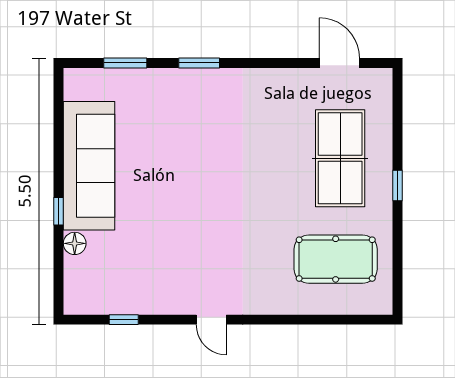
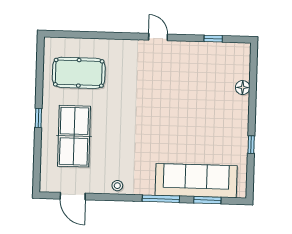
window: (199, 63) -> (161, 199), width x1.44
stool: (269, 82) -> (117, 186), added
sofa: (89, 166) -> (196, 181), moved, turned 90
window: (59, 211) -> (251, 145), moved

